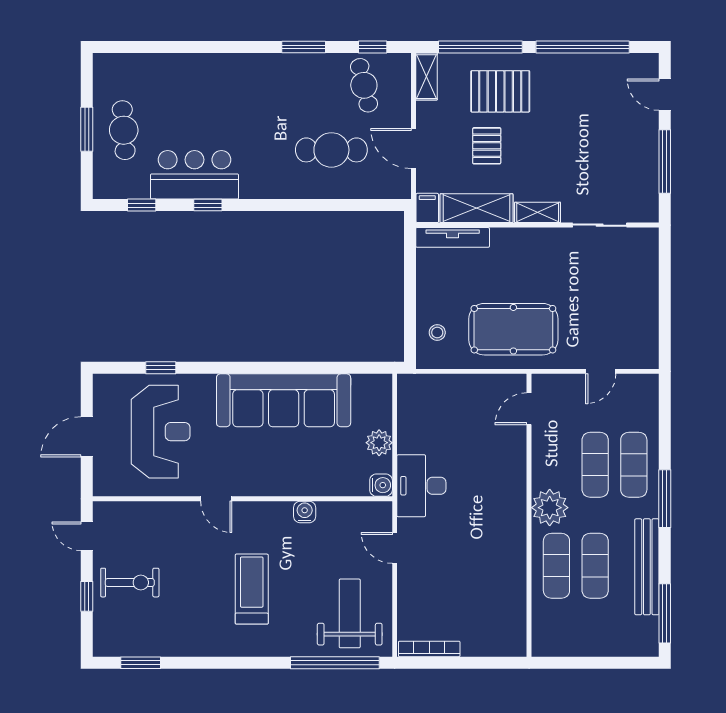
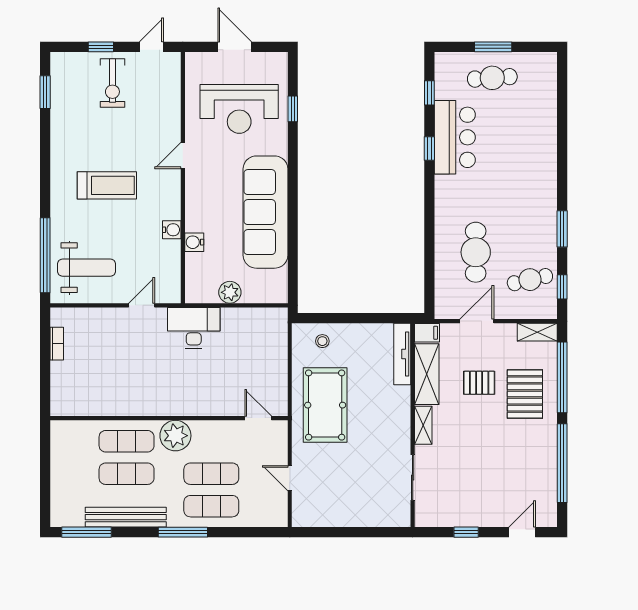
window: (665, 161) -> (466, 532), width x0.46
water cooler: (381, 485) -> (194, 242), moved, turned 90
bookcase: (429, 649) -> (57, 344), width x0.64

